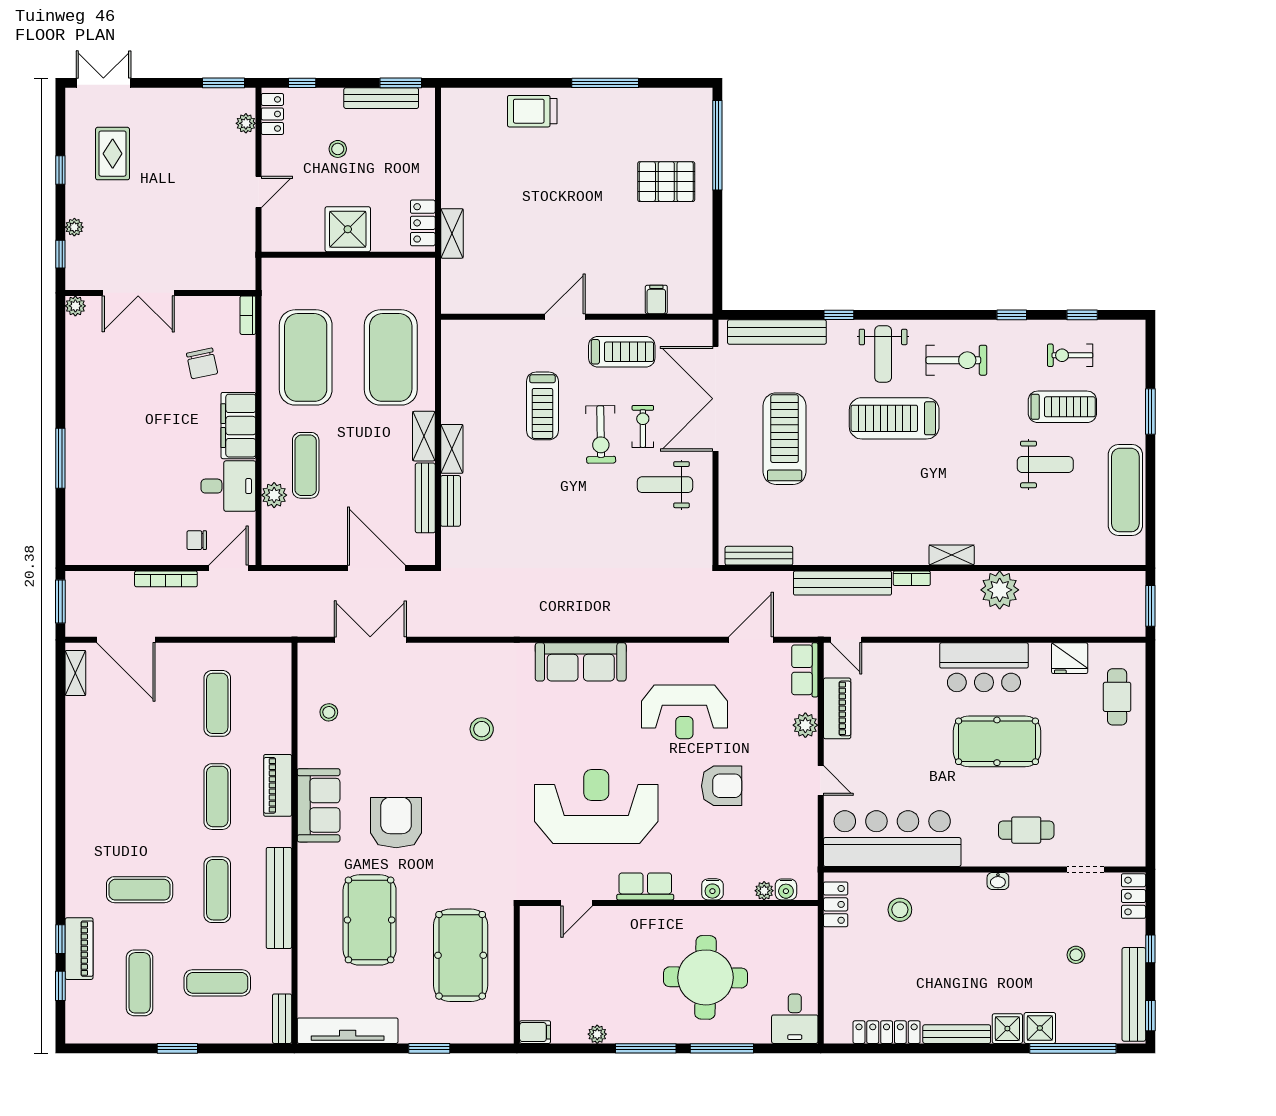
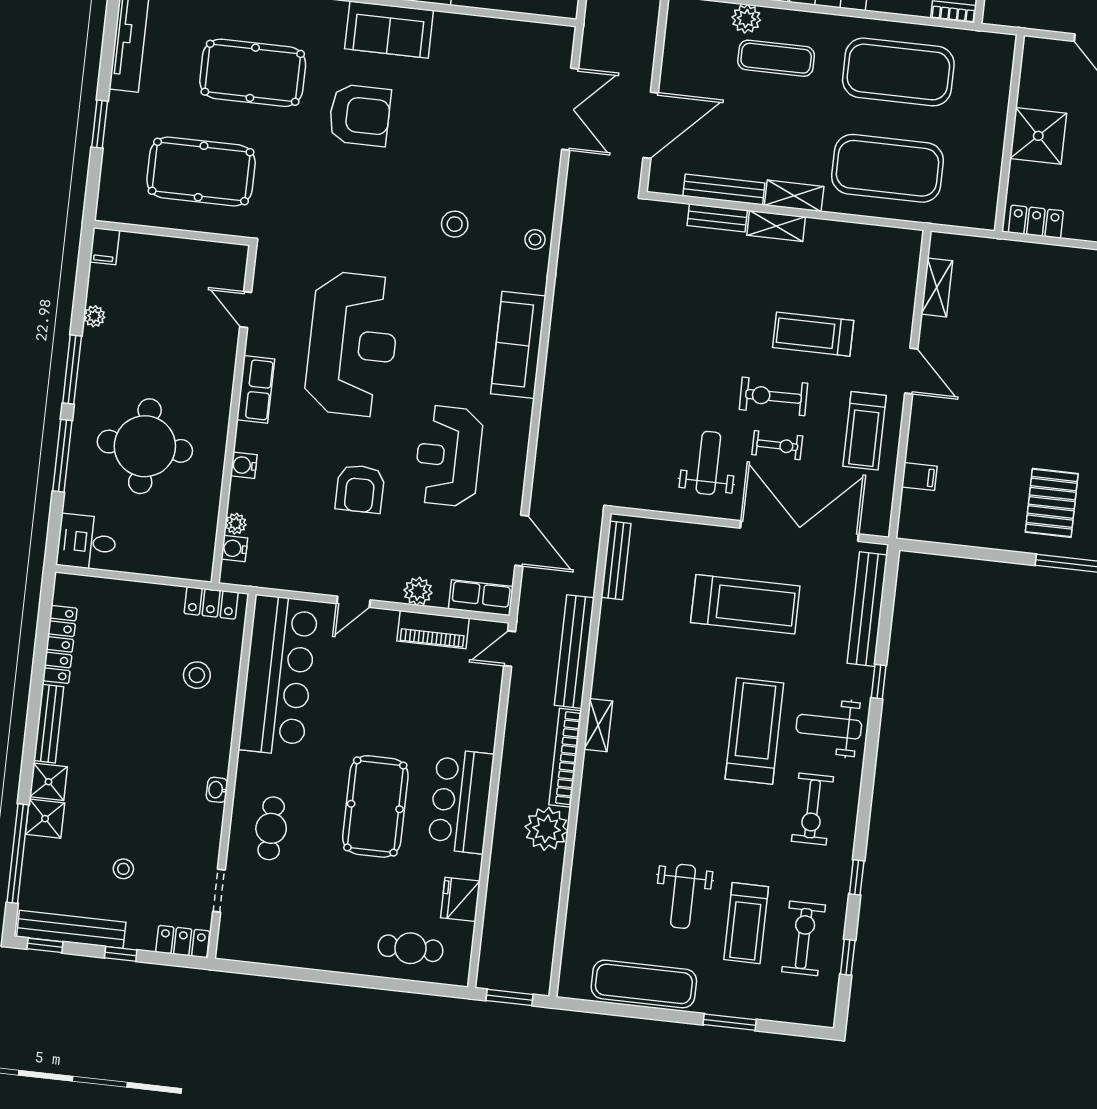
shelving: (452, 233) -> (937, 287), moved, turned 90
exercise bike: (1070, 355) -> (804, 938), width x1.38, depth x1.39
shelving: (952, 555) -> (598, 725), moved
bookcase: (912, 578) -> (565, 758), width x2.31, depth x1.31
stool: (329, 712) -> (535, 240), moved

